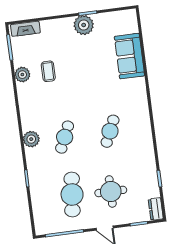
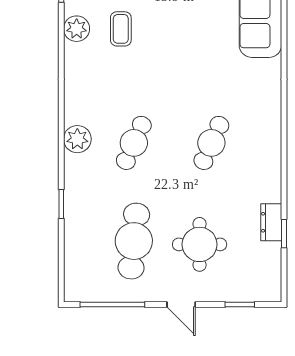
dresser: (156, 209) -> (271, 222), moved

